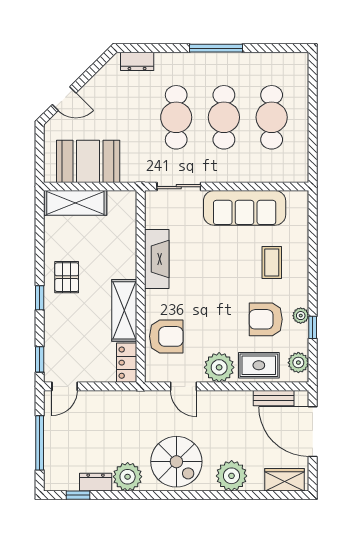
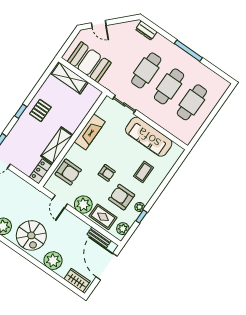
armchair: (221, 300) -> (107, 173), added

